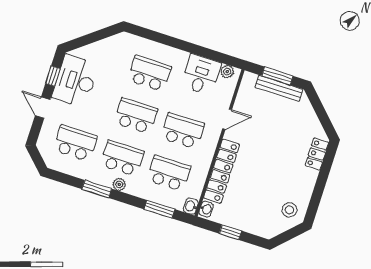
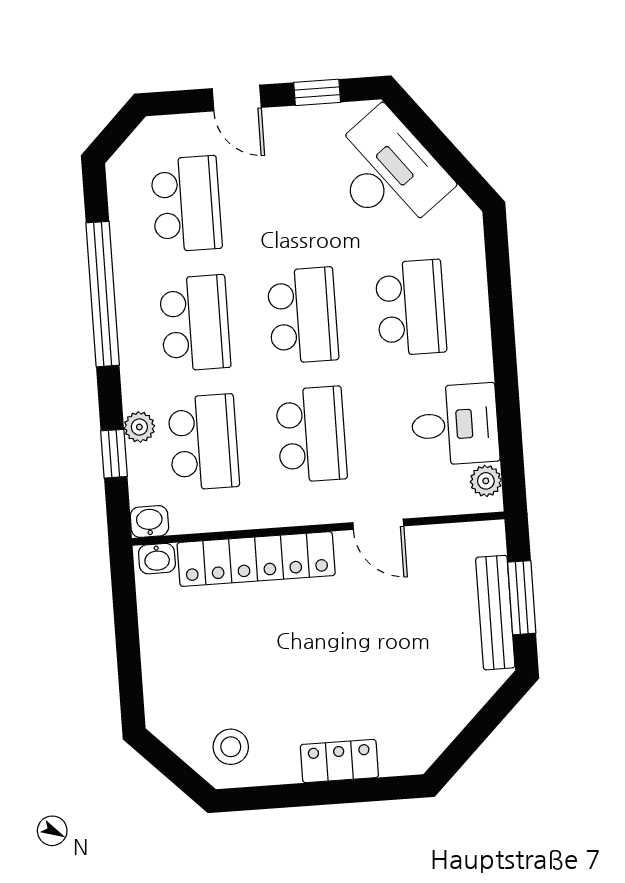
desk: (75, 81) -> (388, 172), moved, turned 52
door: (43, 108) -> (237, 98), swing flipped
locker: (317, 154) -> (339, 761), moved
plant: (119, 184) -> (139, 427), moved
window: (97, 189) -> (103, 294), width x2.11
window: (159, 209) -> (114, 454), width x0.67
window: (230, 232) -> (127, 634), removed

